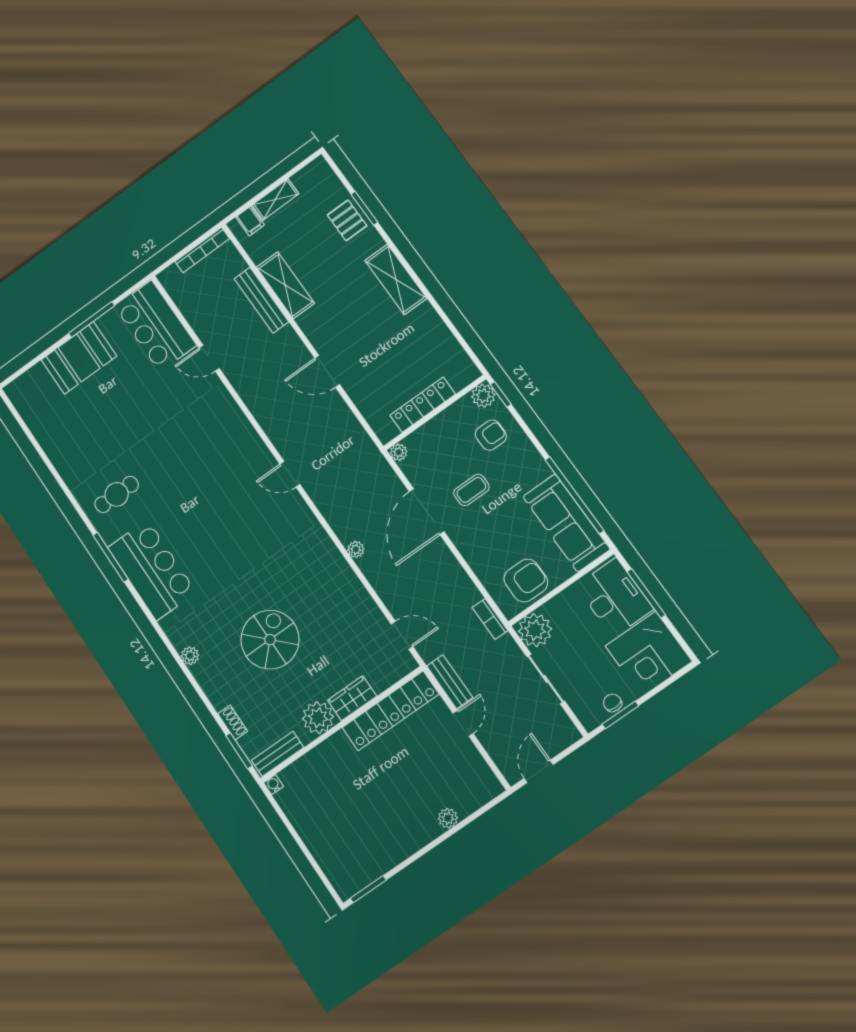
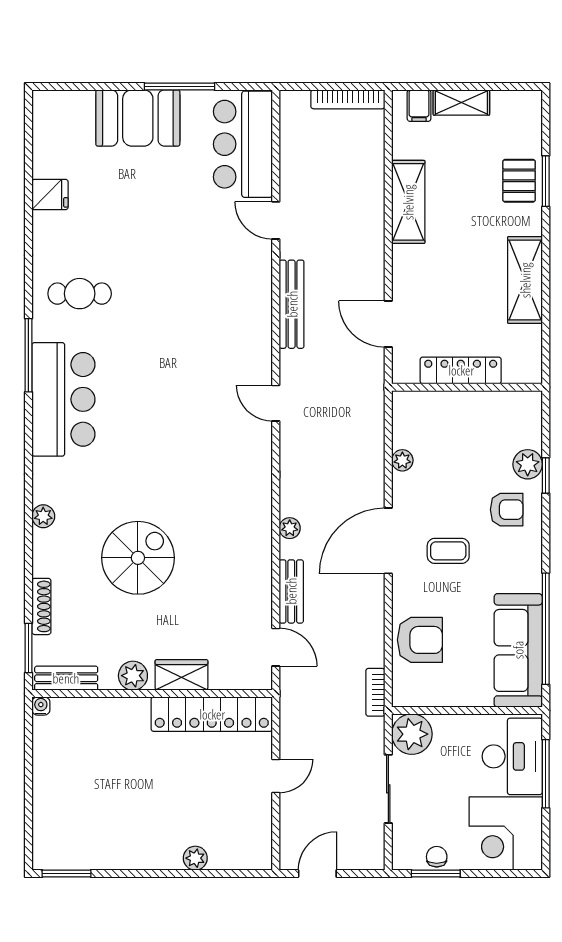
bench: (261, 300) -> (292, 304), moved
locker: (423, 405) -> (461, 370), moved
wall: (435, 413) -> (467, 387), moved
fridge: (56, 445) -> (50, 194), added
armchair: (526, 581) -> (420, 640), moved
bench: (450, 682) -> (291, 591), moved
plant: (318, 718) -> (133, 676), width x0.73, depth x0.73
shoe rack: (233, 722) -> (41, 606), width x1.43

